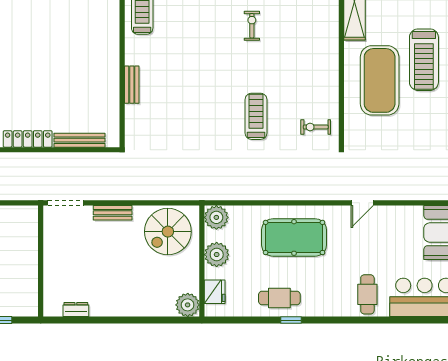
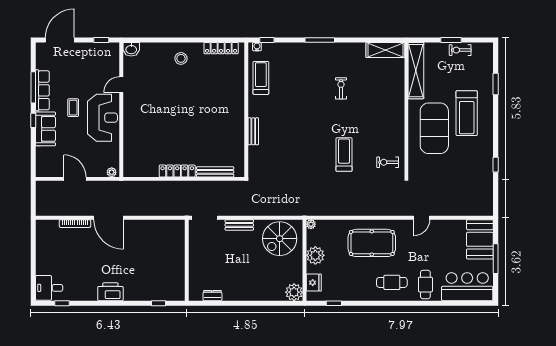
plant: (216, 217) -> (311, 224), width x0.53, depth x0.53
cafe table: (279, 298) -> (392, 282), moved
window: (291, 320) -> (334, 303), moved

